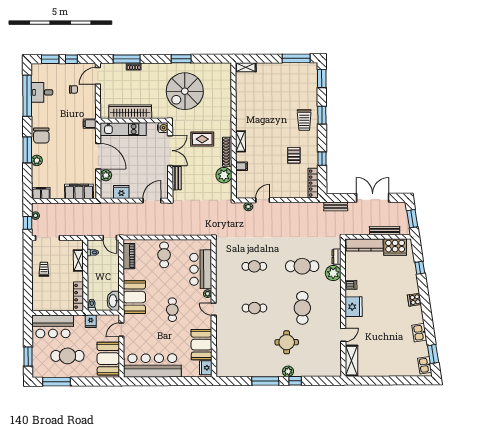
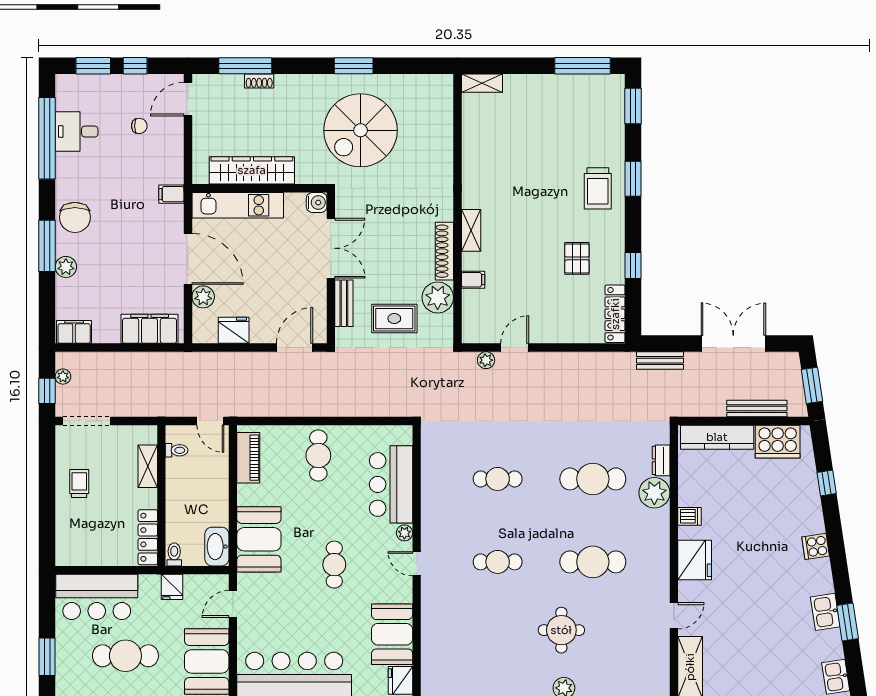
rug: (202, 139) -> (394, 319), moved
cafe table: (302, 308) -> (593, 562), turned 90
window: (433, 354) -> (848, 622), moved

